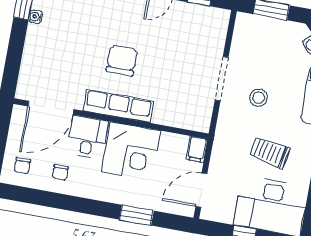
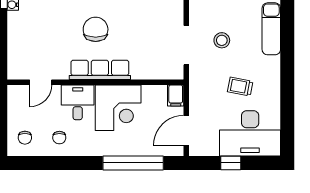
doorway: (222, 79) -> (186, 45), moved
door: (51, 108) -> (41, 82), width x0.53
trolley: (270, 152) -> (240, 87), width x0.73, depth x0.72
window: (136, 215) -> (133, 163), width x2.11

